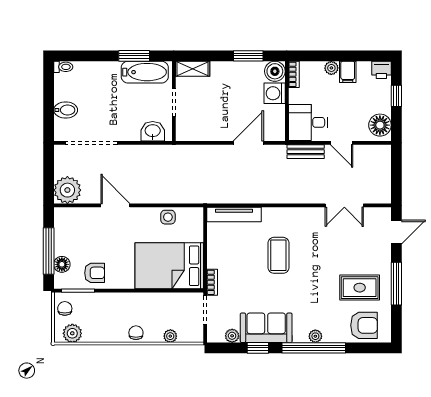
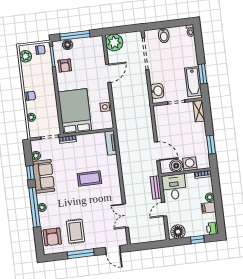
boiler: (275, 71) -> (176, 166), moved
tv unit: (234, 214) -> (111, 143), width x0.71

